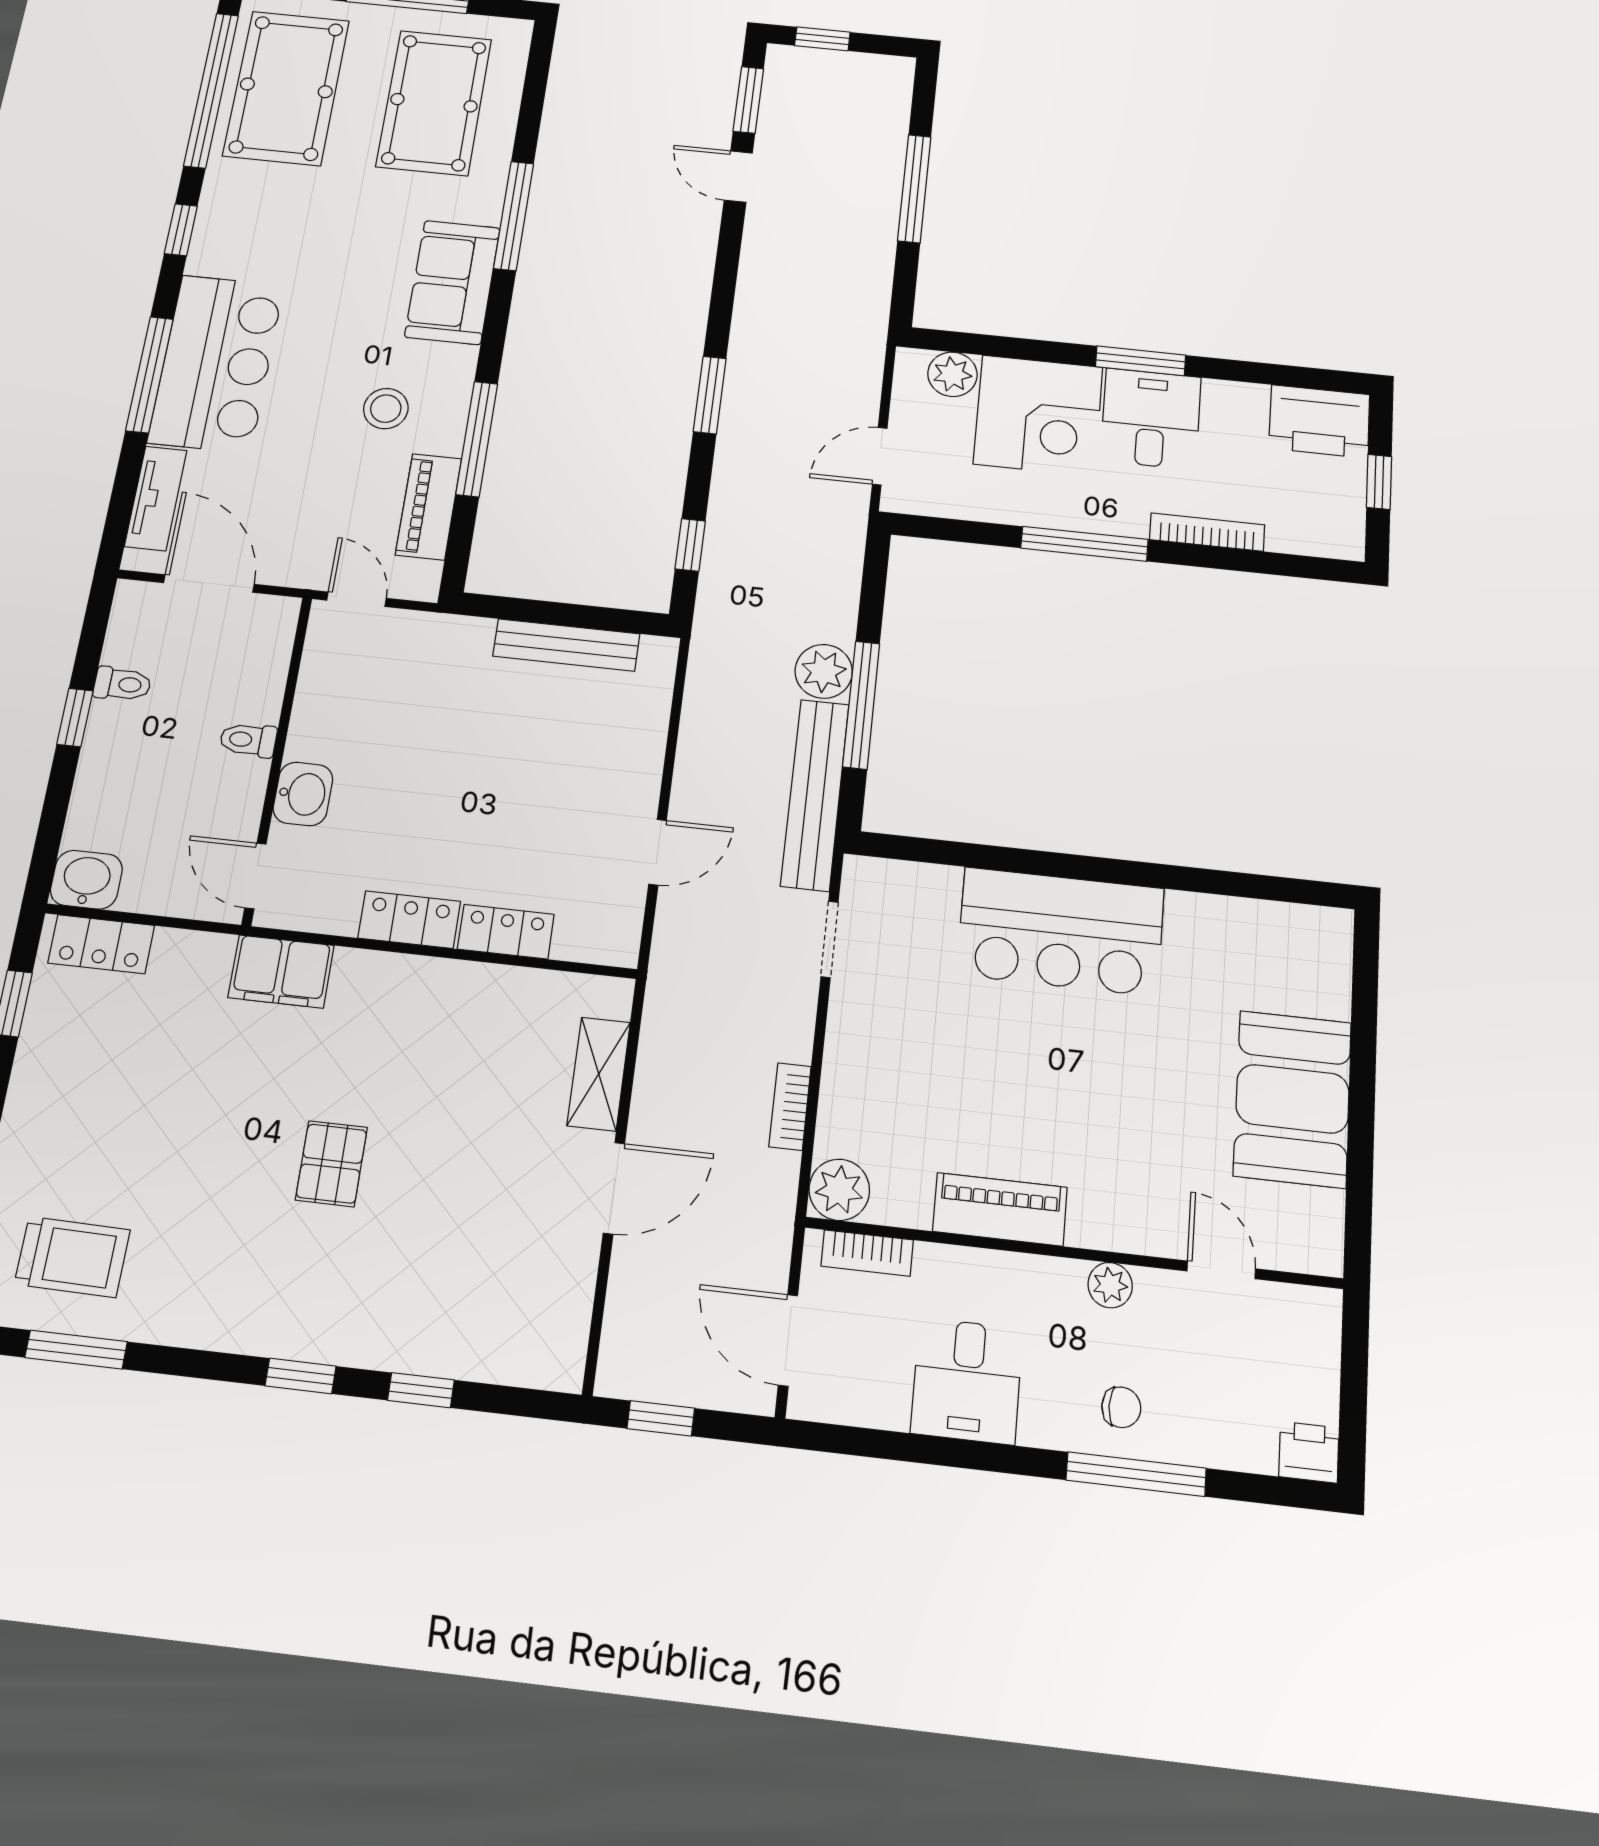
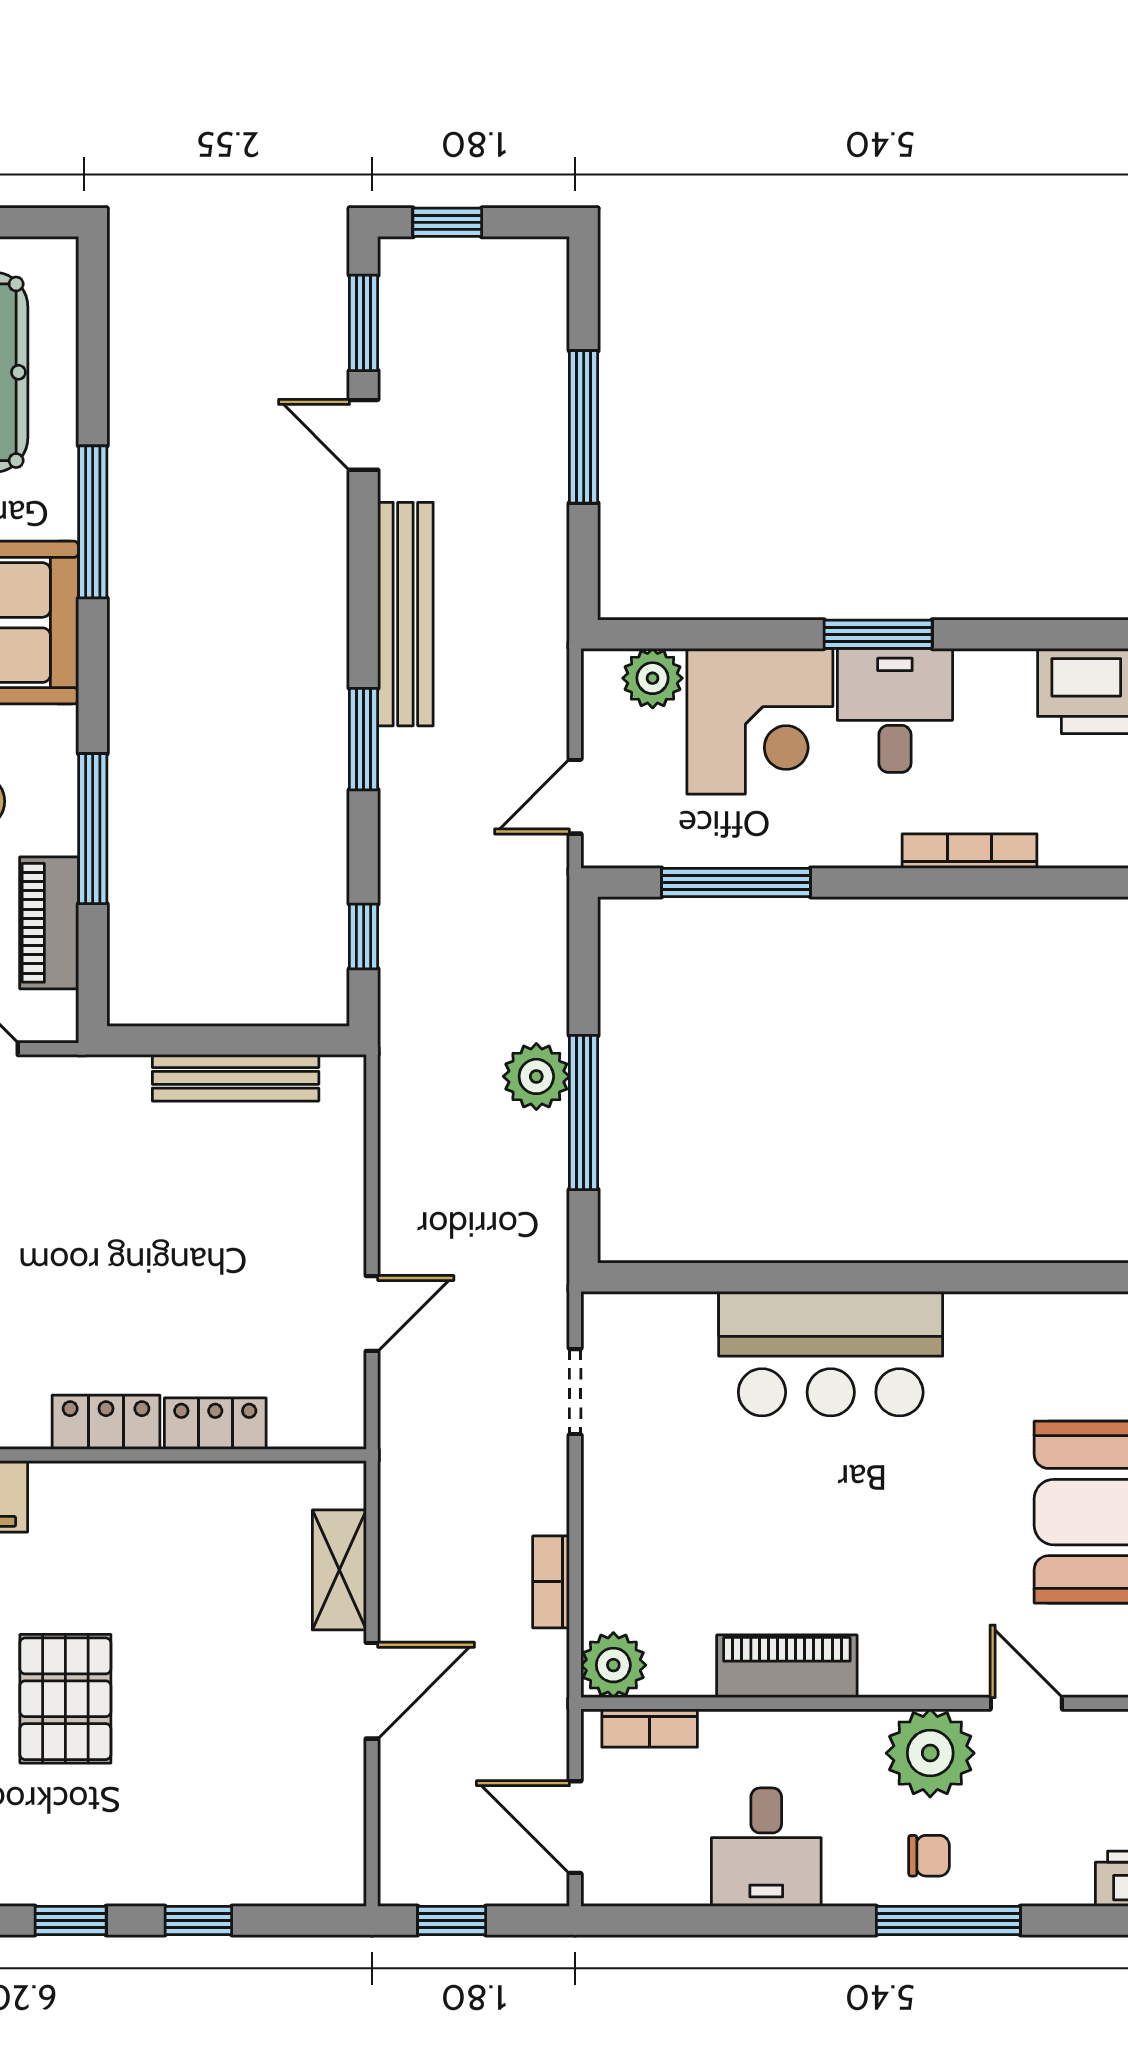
window: (1084, 544) -> (736, 882), moved
bench: (815, 795) -> (405, 614), moved
pallet: (331, 1164) -> (65, 1699), width x1.50, depth x1.42
plant: (1110, 1285) -> (930, 1753), width x1.88, depth x1.88

